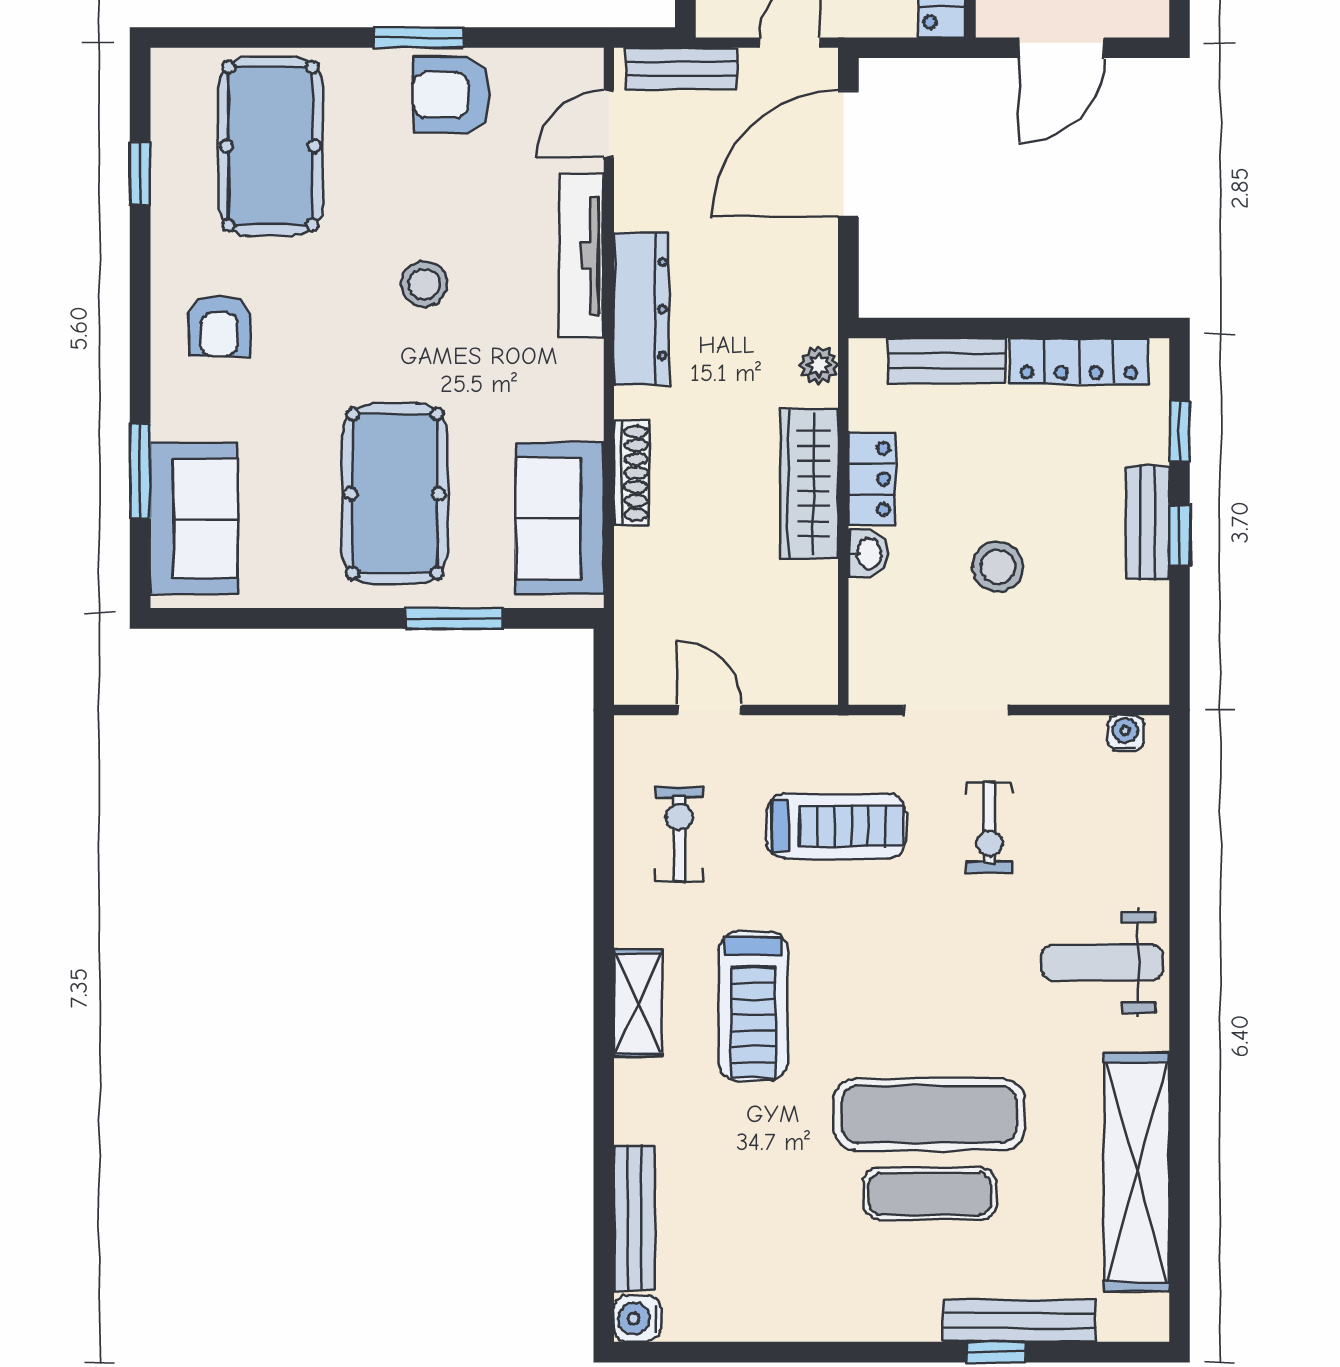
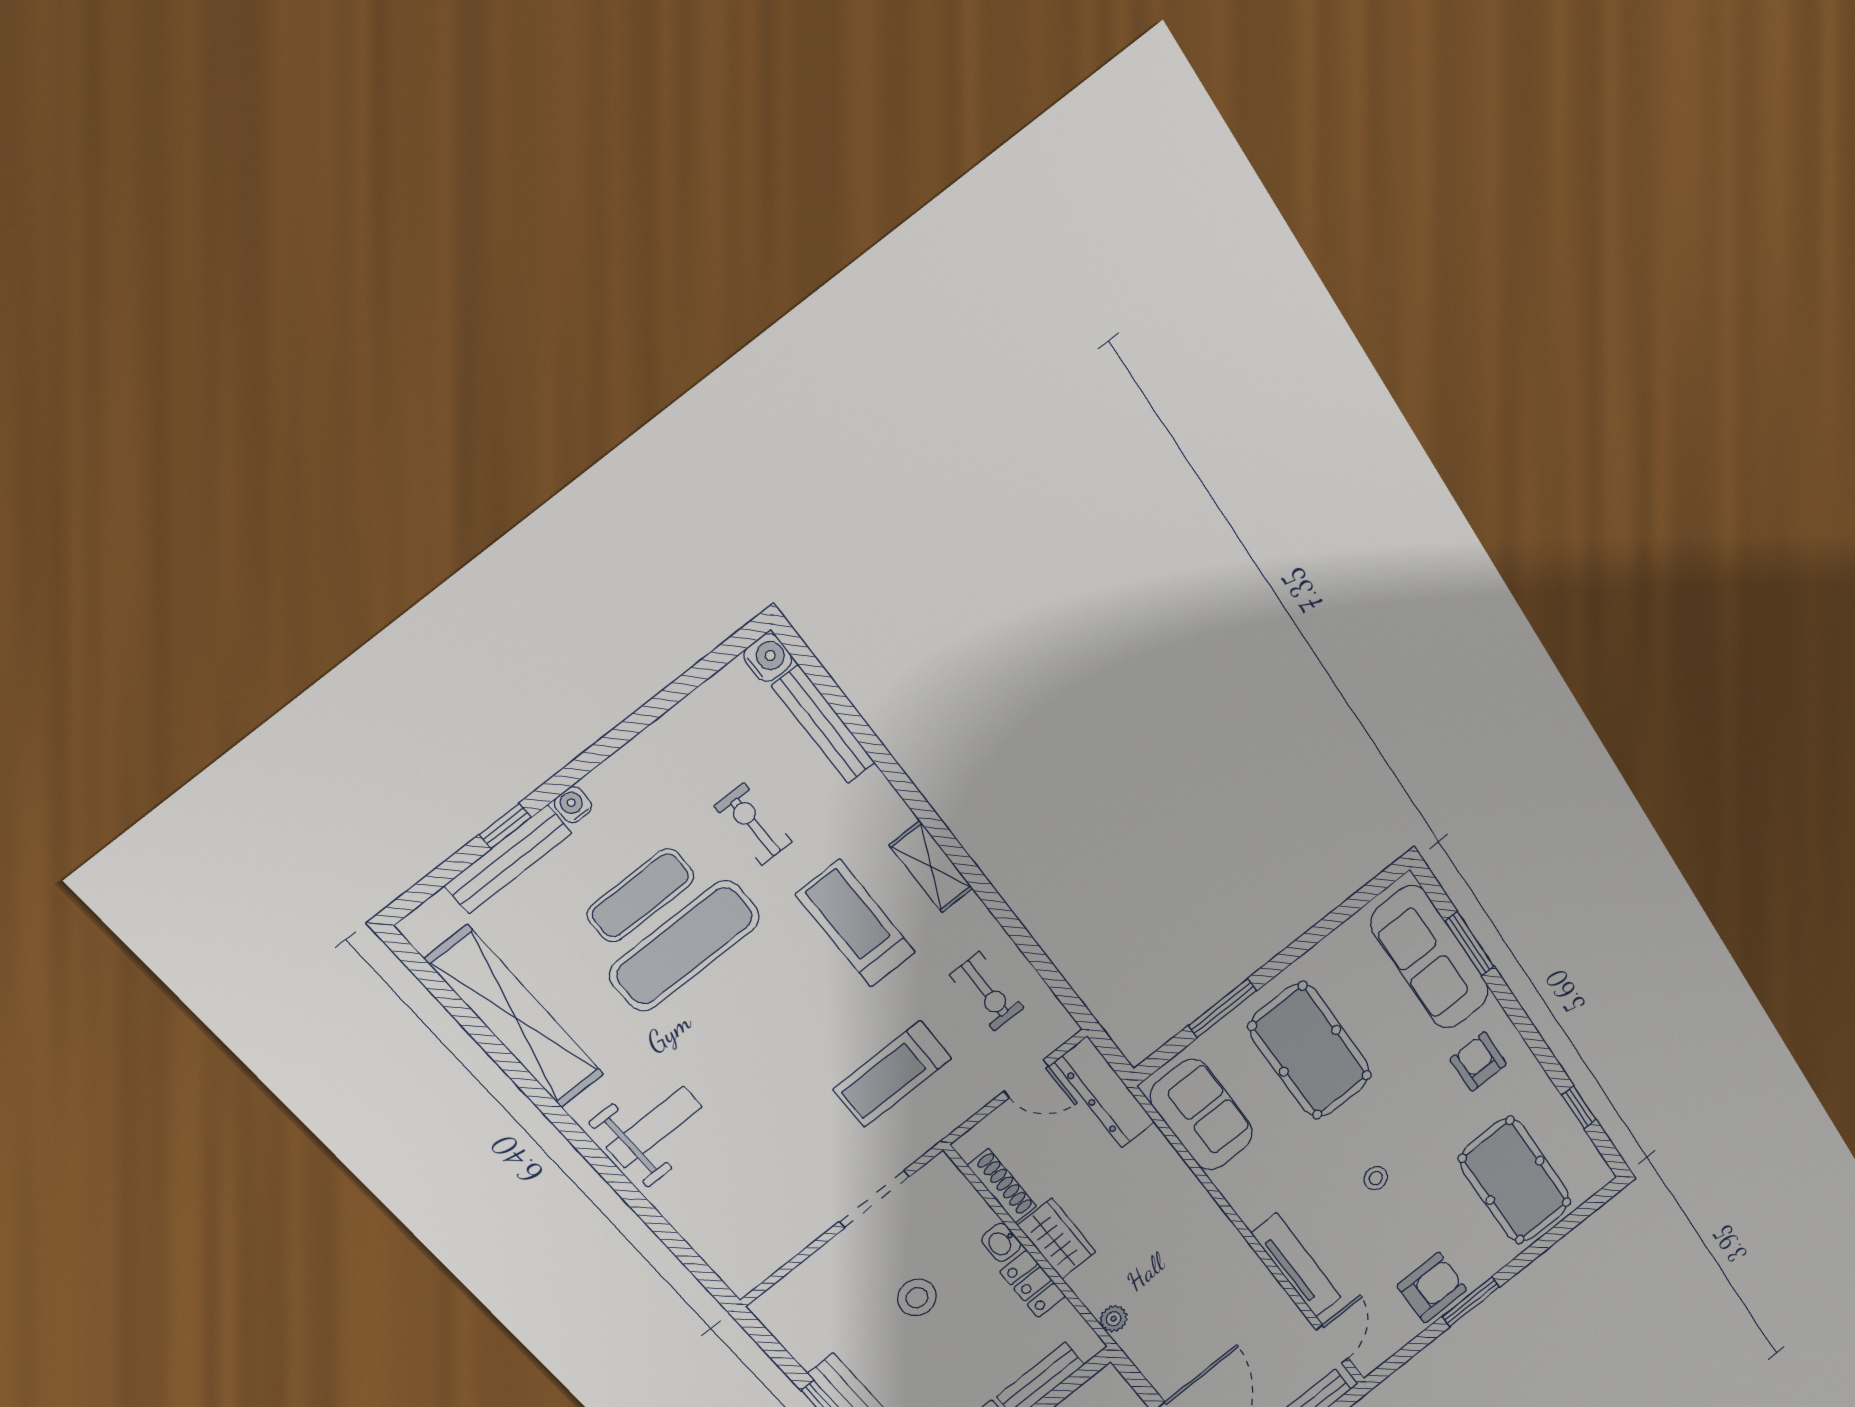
stool: (424, 284) -> (1376, 1178), width x0.73, depth x0.73
dresser: (641, 309) -> (1105, 1092), moved
shoe rack: (632, 473) -> (1002, 1186), moved, turned 180
wardrobe: (809, 484) -> (1057, 1239), width x0.67
sofa: (194, 518) -> (1430, 957), width x1.36
water cooler: (1125, 733) -> (573, 805), moved, turned 180
exercise bike: (989, 827) -> (753, 824), moved

